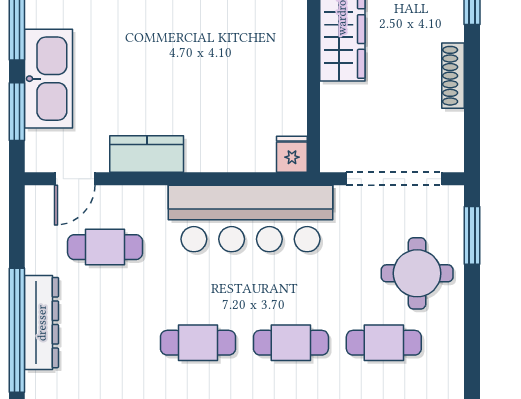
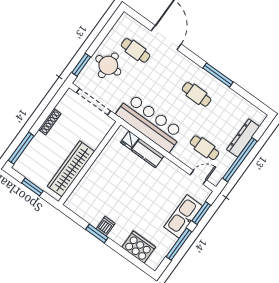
kitchen counter: (147, 154) -> (148, 153), moved
fridge: (292, 154) -> (130, 140), moved
window: (17, 330) -> (240, 160), moved
cafe table: (291, 343) -> (166, 72), removed

